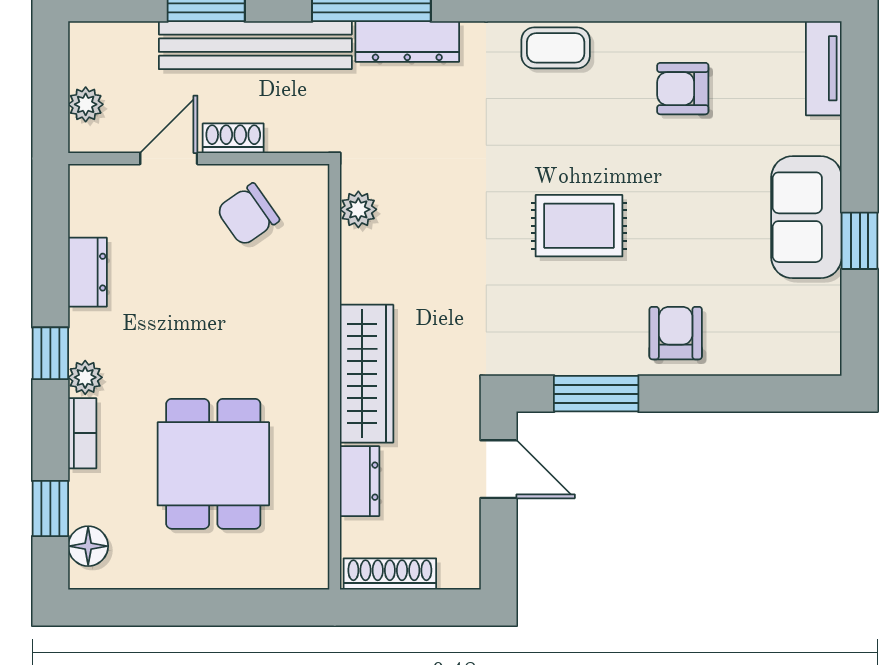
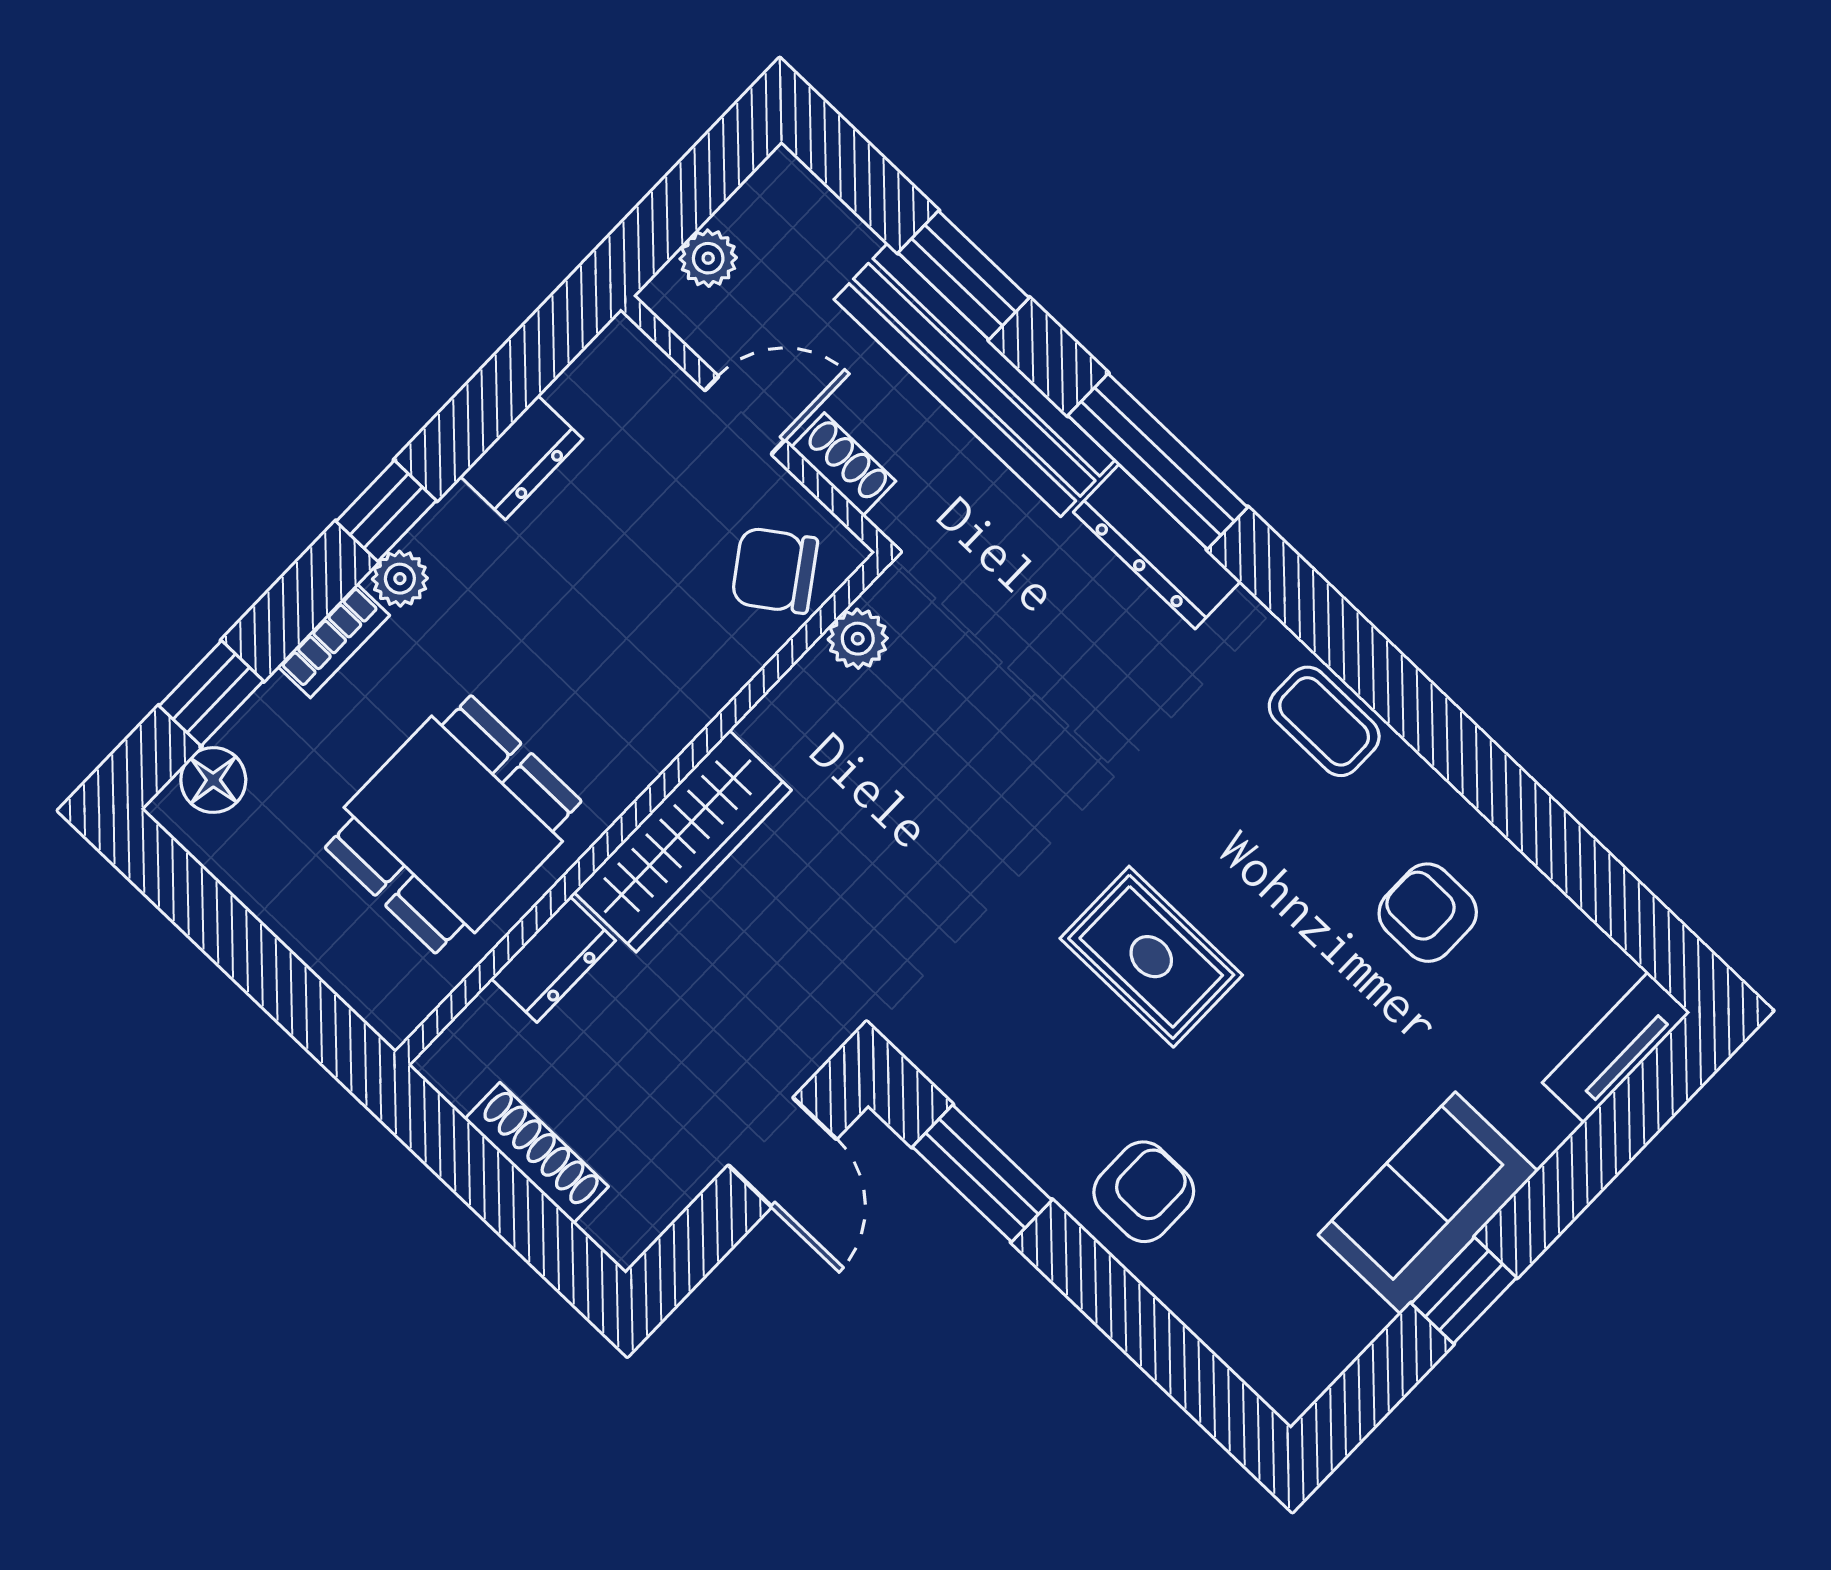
plant: (358, 209) -> (858, 639), moved
wardrobe: (367, 374) -> (683, 841), moved
wall: (335, 377) -> (641, 809), moved
dresser: (360, 481) -> (553, 959), moved

